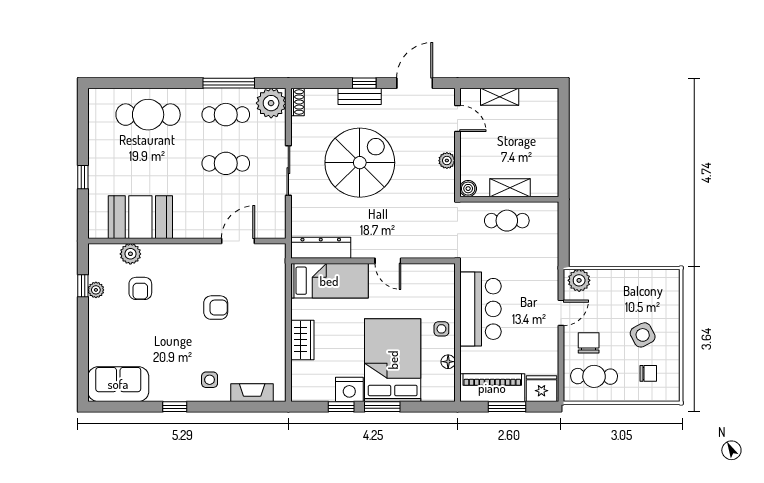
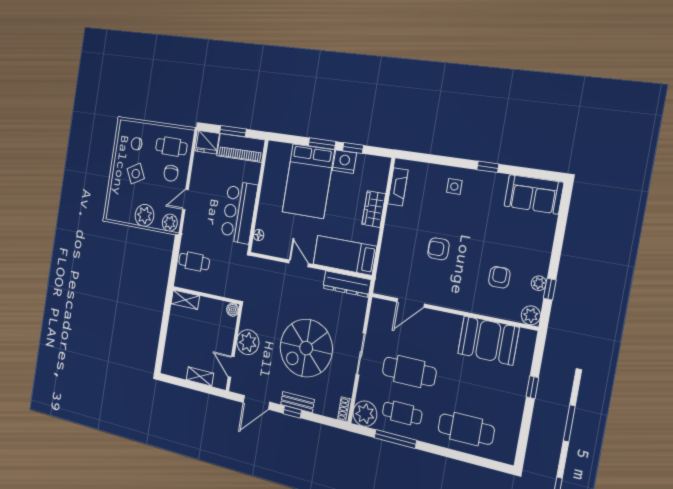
plant: (447, 161) -> (248, 342), width x1.87, depth x1.87
cafe table: (226, 163) -> (409, 371), width x1.37, depth x1.35
shelving: (510, 188) -> (185, 300), moved
cafe table: (507, 221) -> (194, 262), moved
plant: (130, 254) -> (531, 315), moved
plant: (619, 284) -> (144, 215), added
side table: (441, 329) -> (269, 201), removed
floor lamp: (448, 362) -> (259, 235), moved
fireplace: (252, 393) -> (398, 187), moved, turned -90

